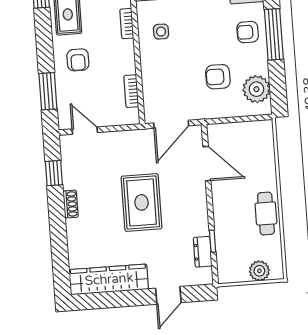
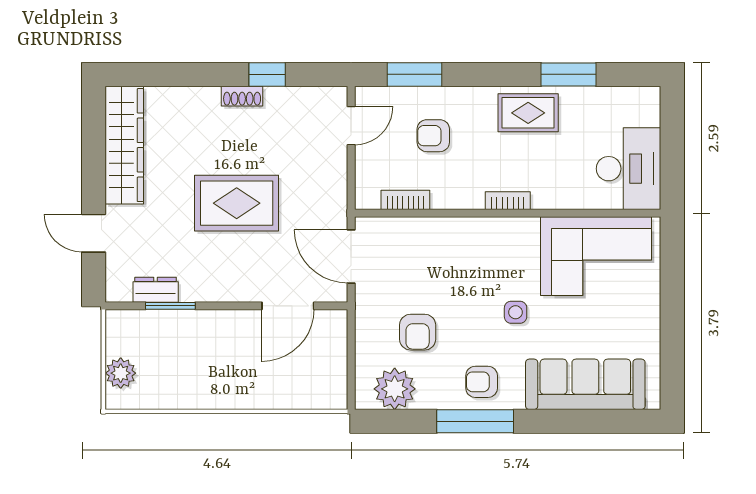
side table: (161, 32) -> (516, 312), moved
armchair: (248, 32) -> (482, 382), turned -90
armchair: (78, 60) -> (433, 136), moved
armchair: (218, 77) -> (418, 332), turned 180
window: (54, 173) -> (267, 74), moved
cafe table: (266, 213) -> (206, 389), removed
window: (213, 241) -> (170, 306), width x1.50

